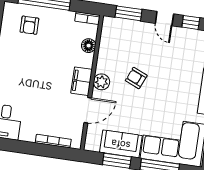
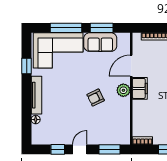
door: (164, 19) -> (80, 149), hinge flipped
floor lamp: (89, 46) -> (138, 118), removed
armchair: (136, 78) -> (96, 98), turned 131

